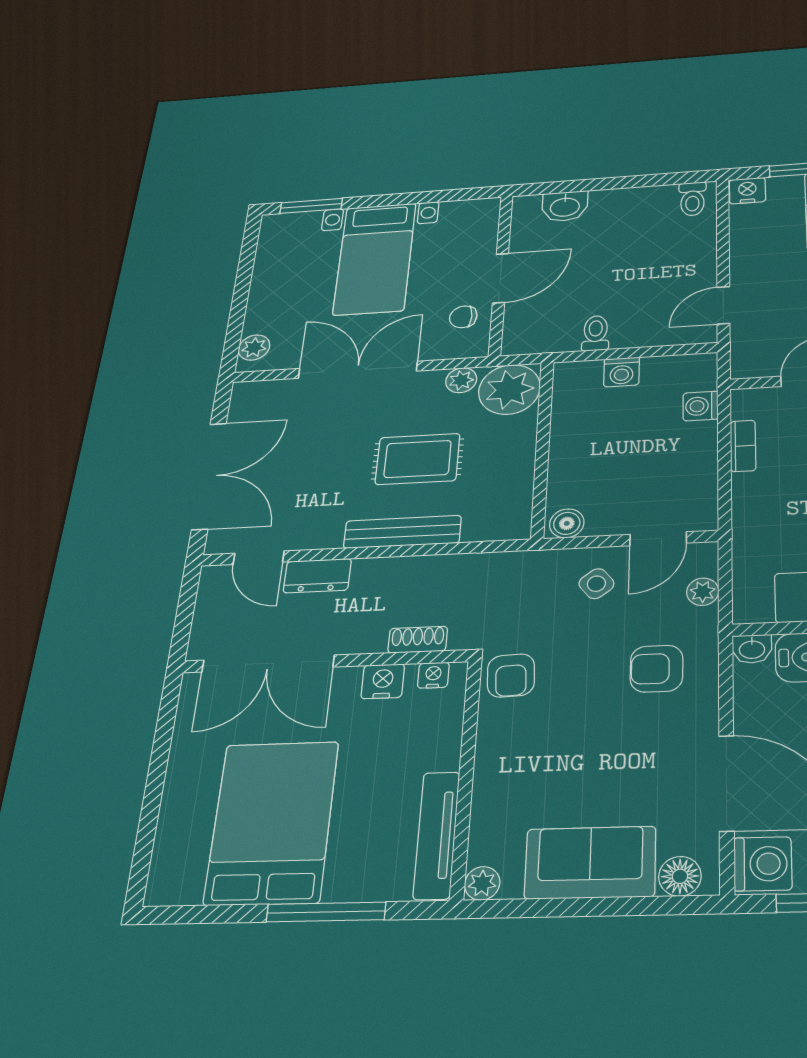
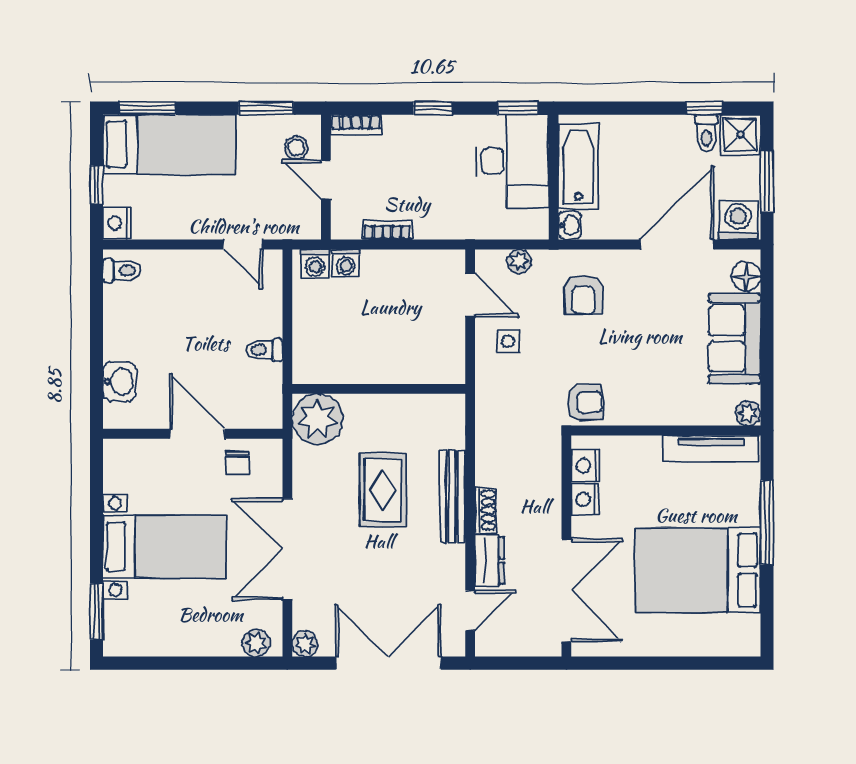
washing machine: (622, 372) -> (315, 264), moved, turned 90
plant: (461, 380) -> (305, 644), moved
boiler: (567, 523) -> (452, 366), removed
side table: (596, 584) -> (508, 341), turned 38
shoe rack: (418, 640) -> (486, 510), moved, turned 180
nightstand: (433, 675) -> (586, 466), width x1.39, depth x1.35

